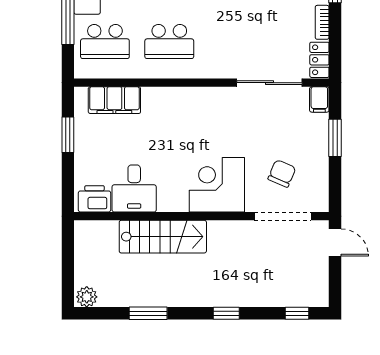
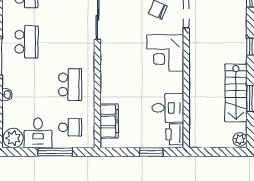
school desk: (105, 41) -> (70, 127), width x0.54
window: (68, 135) -> (151, 152), moved
stairs: (163, 237) -> (236, 93), moved, turned 180

